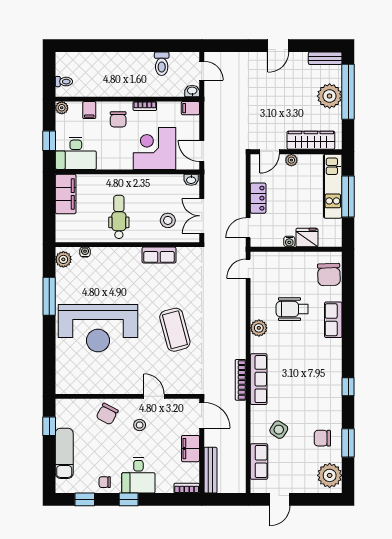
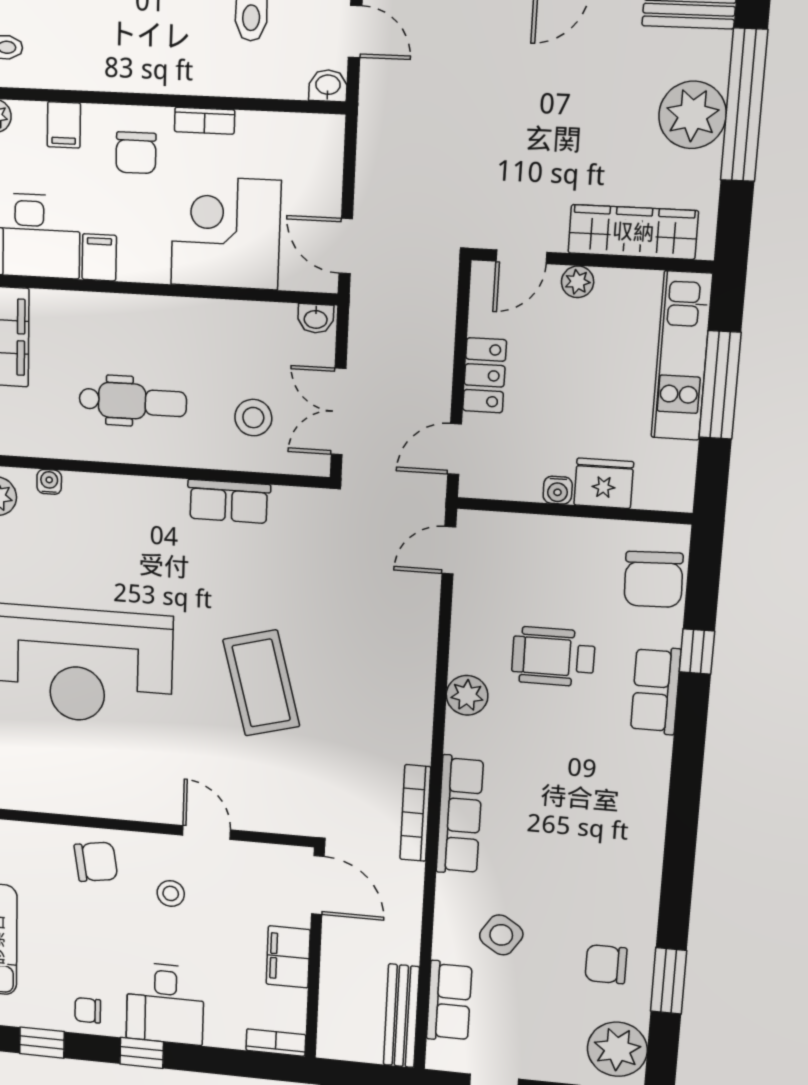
filing cabinet: (190, 108) -> (99, 257), moved, turned 90
dental chair: (119, 217) -> (133, 401), turned 90
window: (348, 387) -> (697, 651), moved
chair: (107, 414) -> (96, 862), turned -127
bench: (210, 470) -> (401, 1016), moved

